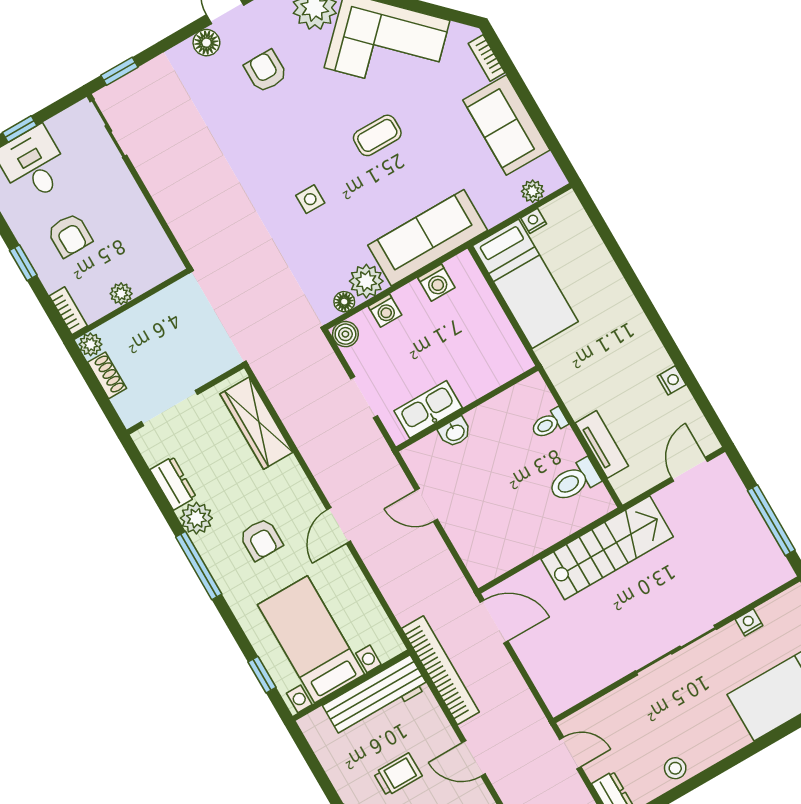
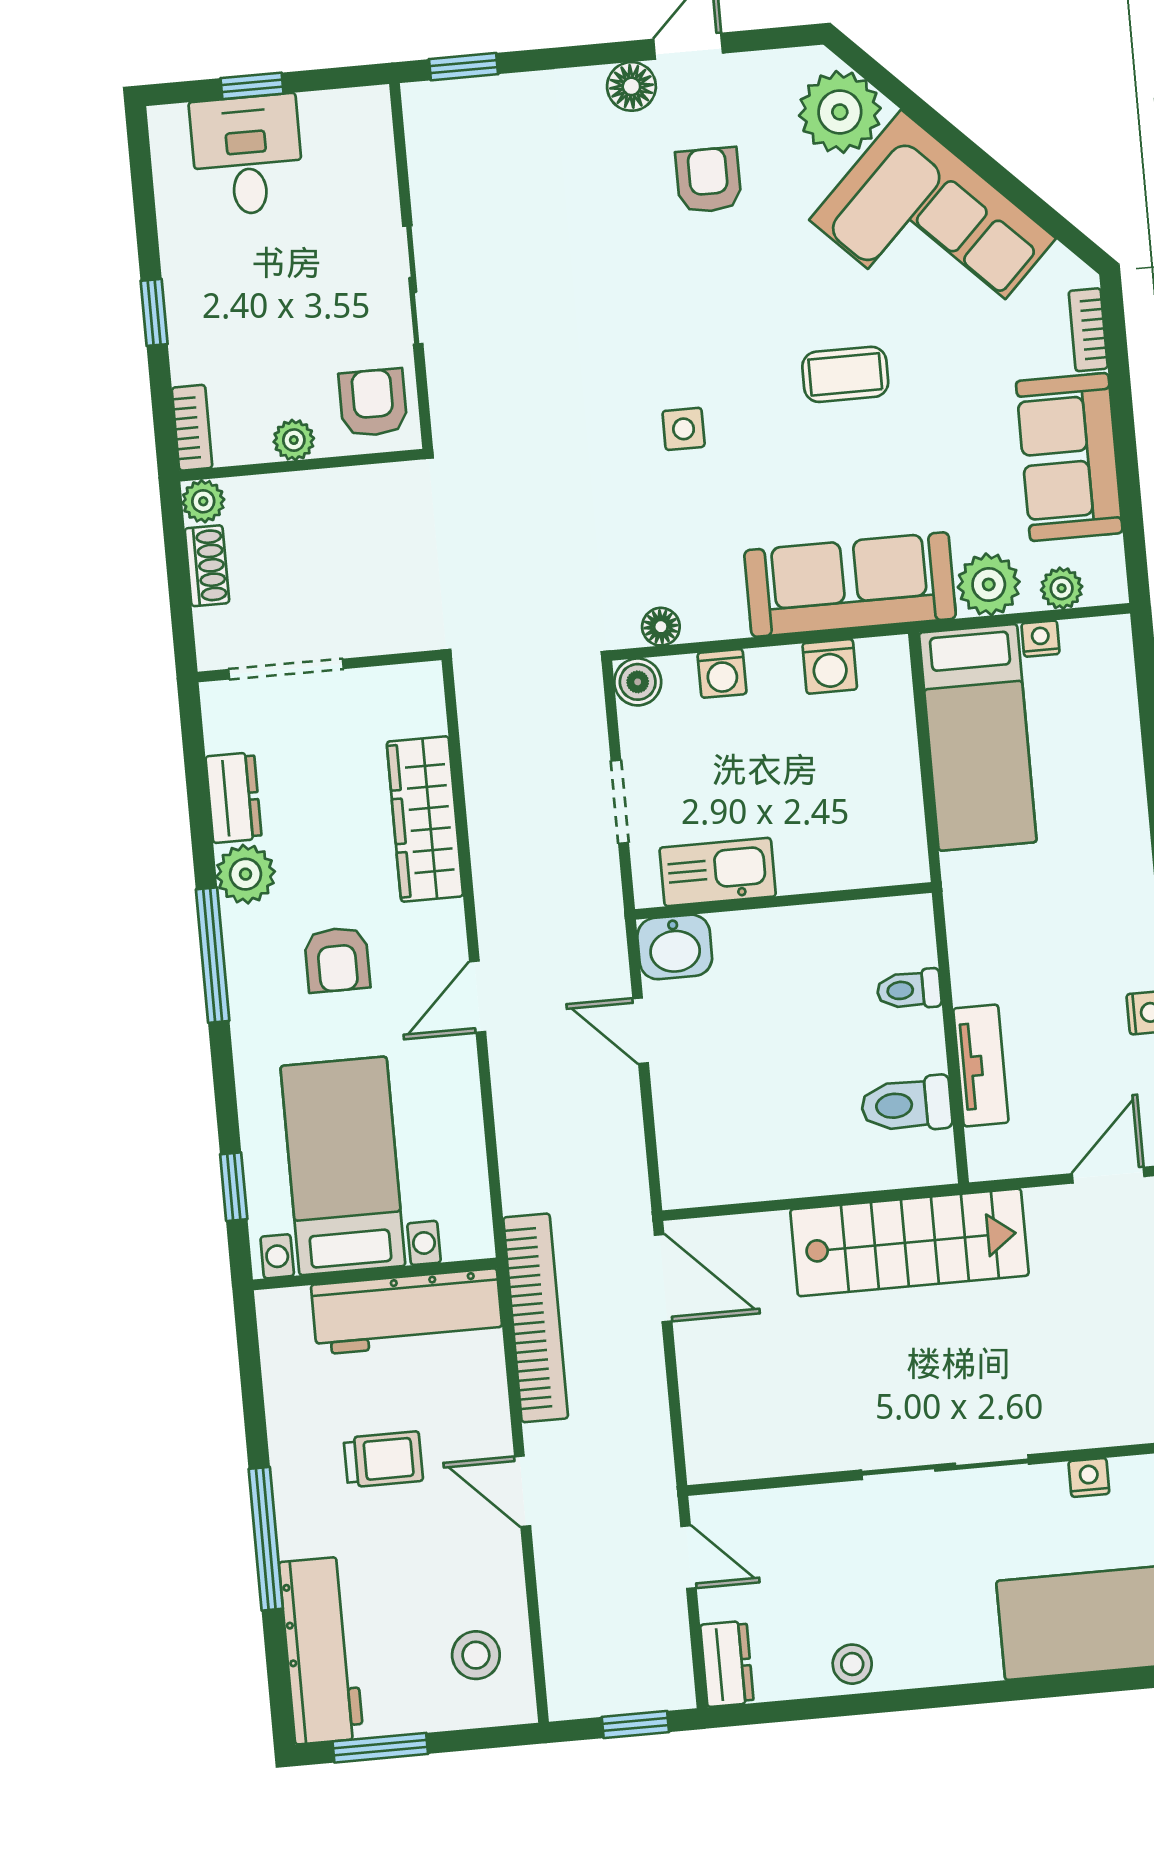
sliding door: (108, 128) -> (413, 285), moved
armchair: (70, 235) -> (373, 403), moved, turned 180
plant: (366, 281) -> (989, 584), moved
wardrobe: (256, 423) -> (425, 819), moved
washbasin: (455, 432) -> (675, 947), moved, width x1.38, depth x1.45

